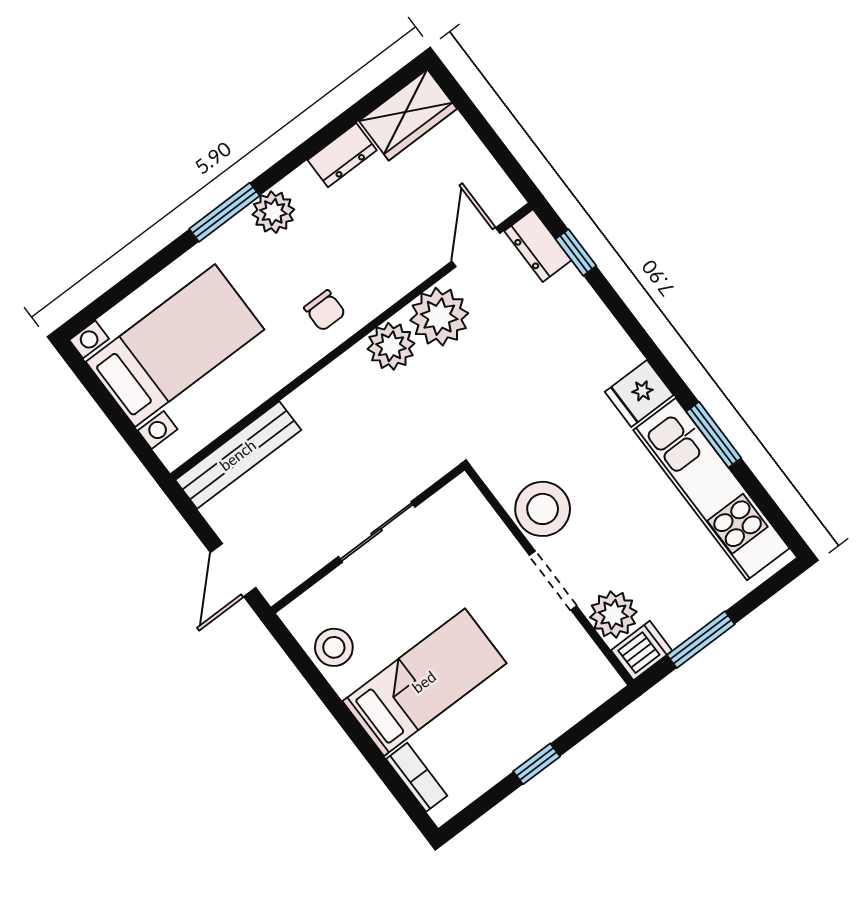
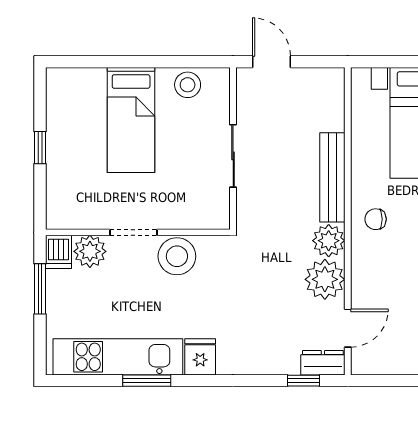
door: (476, 247) -> (348, 328), hinge flipped
bench: (238, 455) -> (332, 177), moved
bookcase: (417, 777) -> (82, 76), removed

